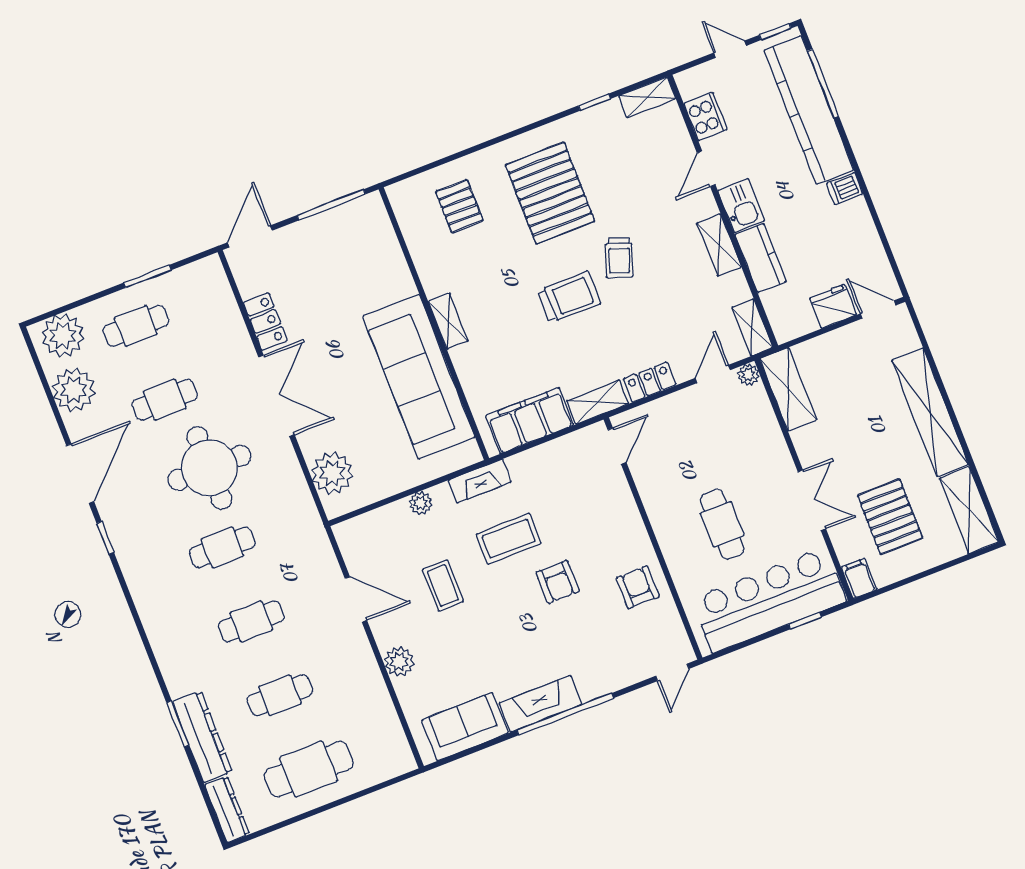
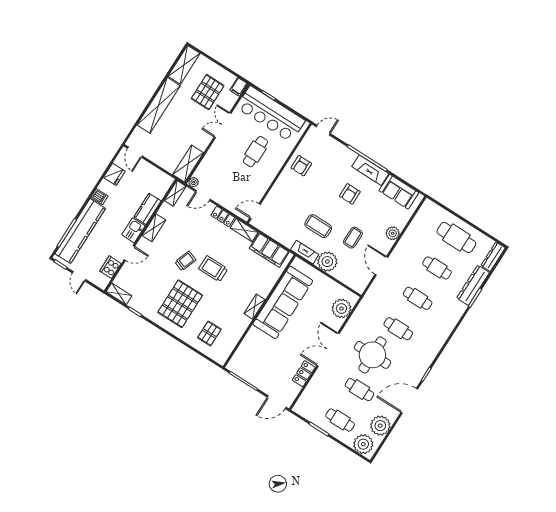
fridge: (833, 306) -> (114, 174), moved, turned -90
plant: (421, 503) -> (327, 262), width x1.87, depth x1.87
armchair: (558, 582) -> (350, 194), moved, turned 180

